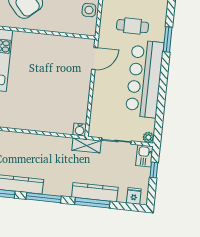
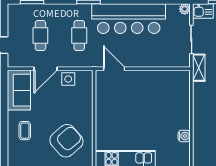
water cooler: (80, 130) -> (184, 136), moved

